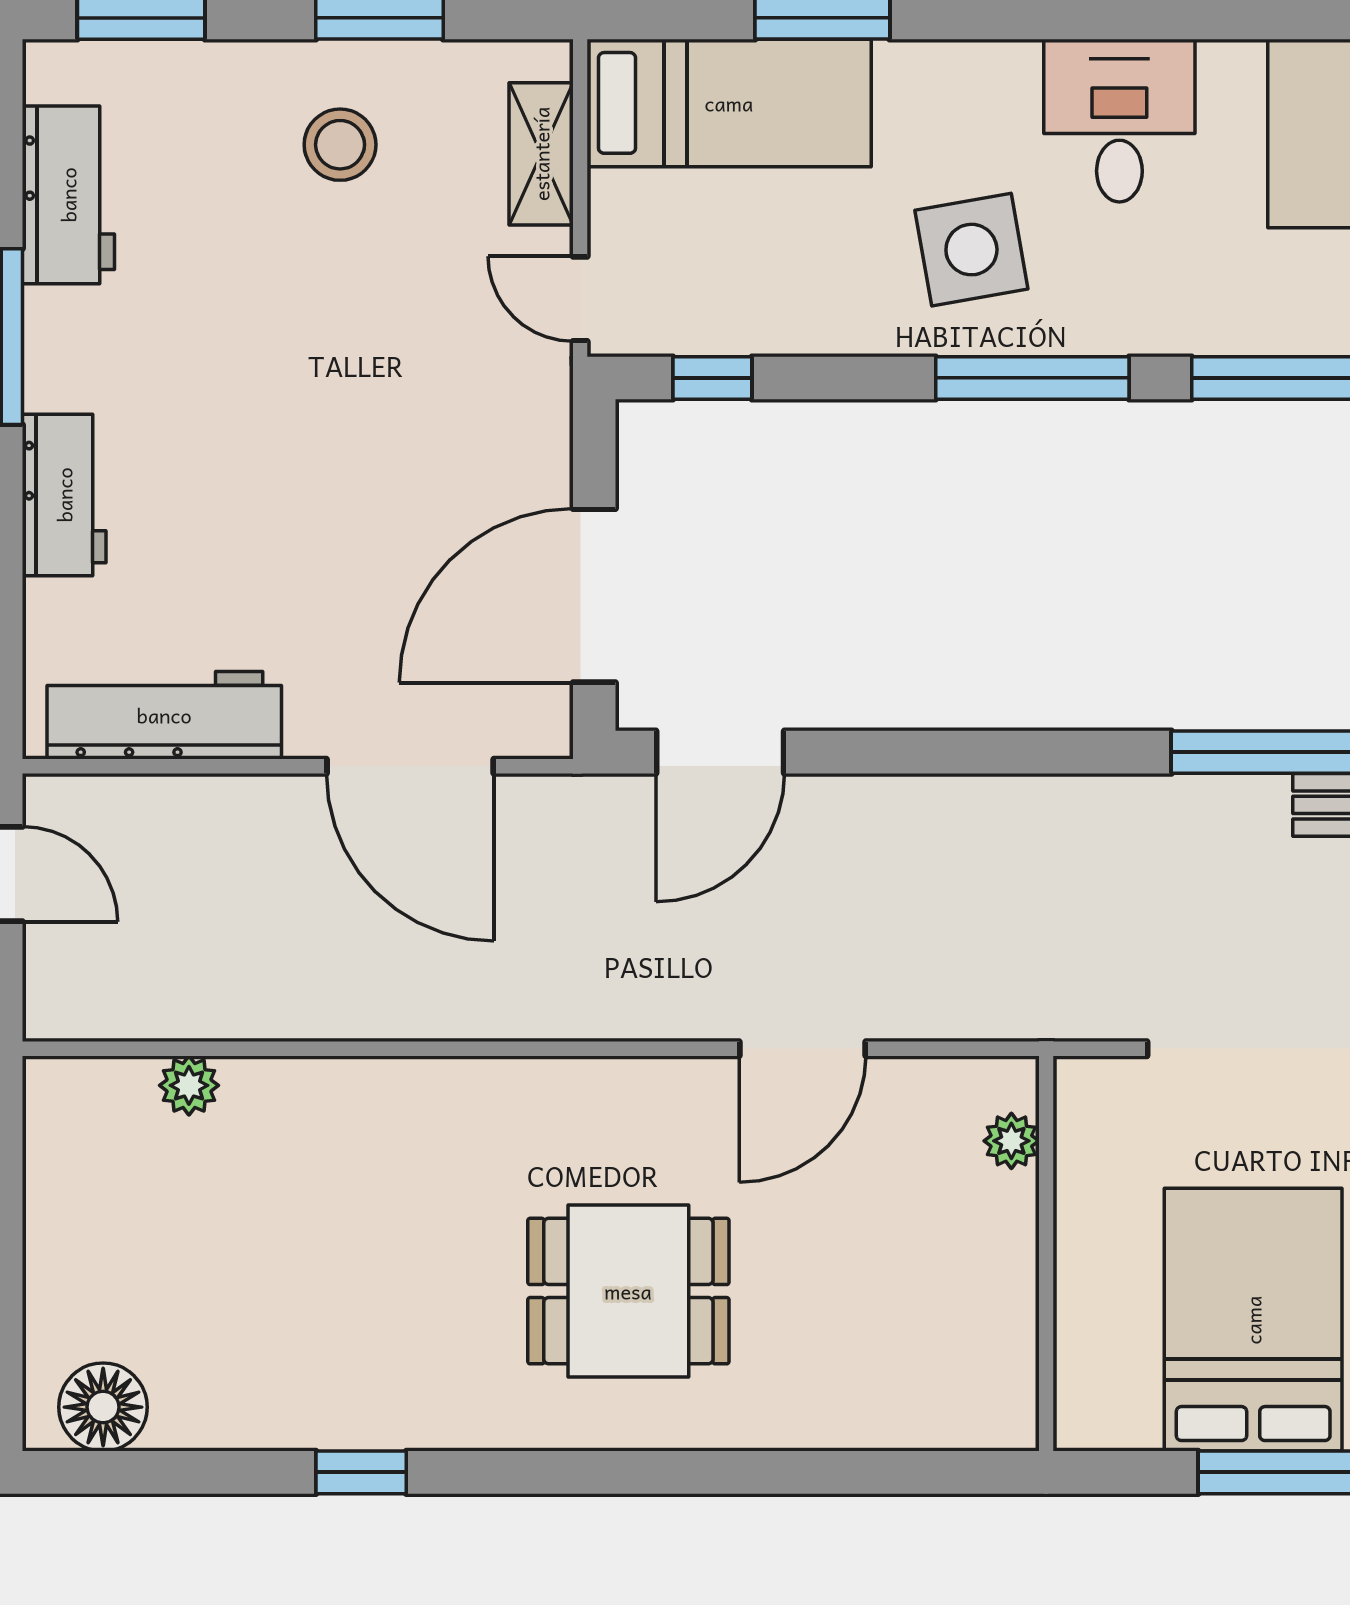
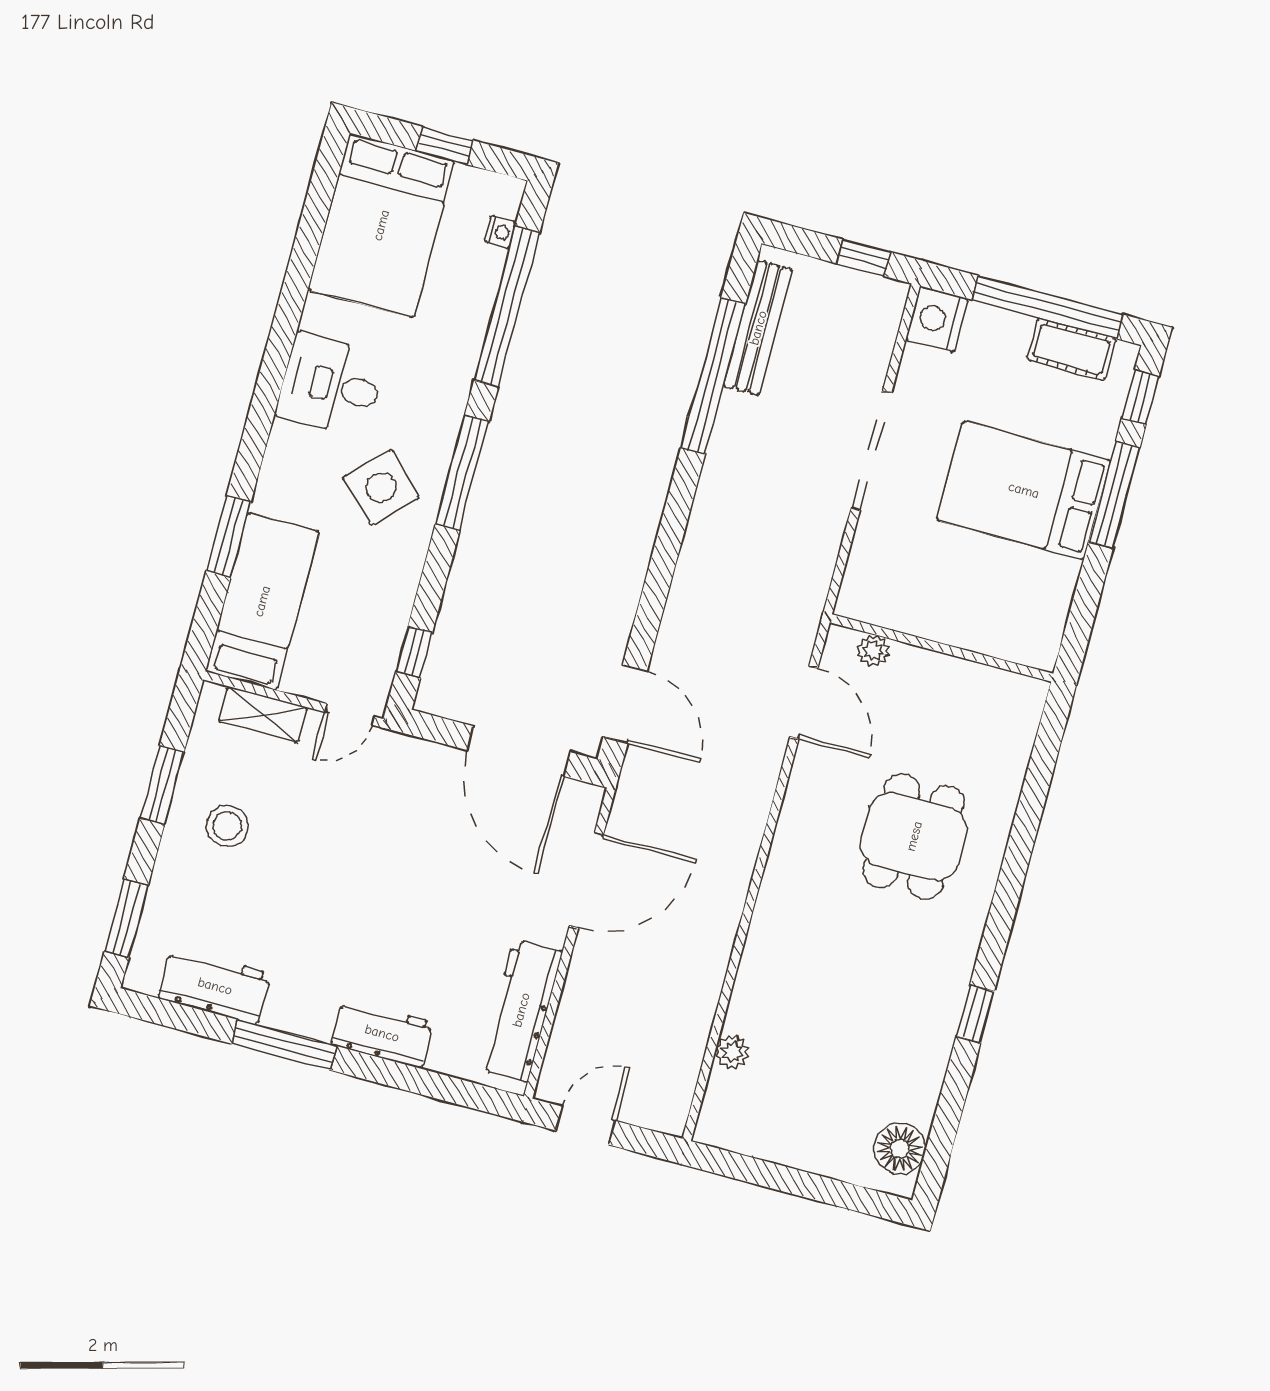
side table: (971, 250) -> (381, 488), turned -35
plant: (1011, 1141) -> (873, 651), moved
wall: (1046, 1253) -> (942, 648), moved

